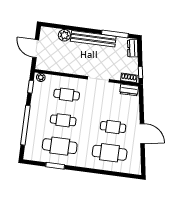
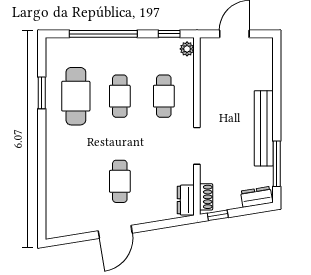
plant: (64, 35) -> (263, 79), removed
cafe table: (110, 153) -> (76, 181), removed

